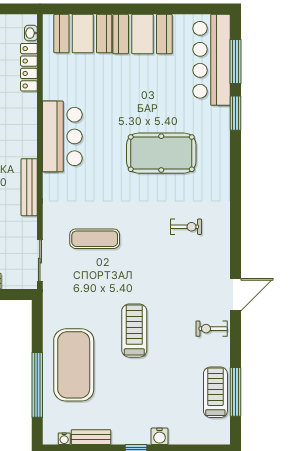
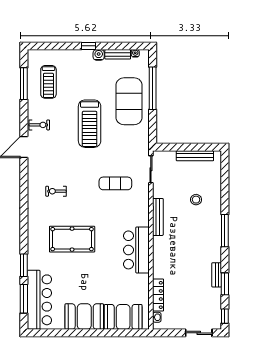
treadmill: (134, 331) -> (90, 124), width x1.37, depth x1.38
treadmill: (215, 392) -> (48, 82), moved
water cooler: (160, 436) -> (99, 55), moved

